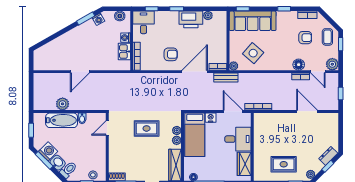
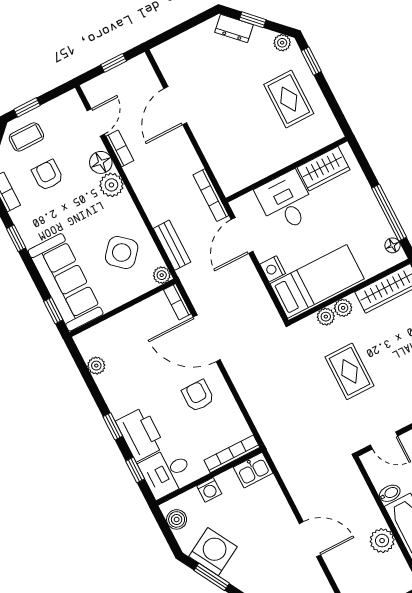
washing machine: (98, 19) -> (213, 552), width x1.89, depth x1.89
printer: (191, 19) -> (140, 434), moved
kitchen sink: (124, 51) -> (253, 470), moved
plant: (332, 64) -> (111, 185), moved
bench: (226, 78) -> (172, 245), moved

